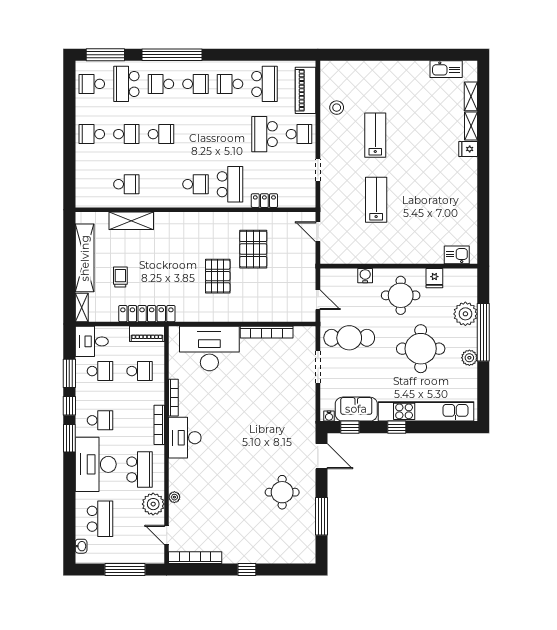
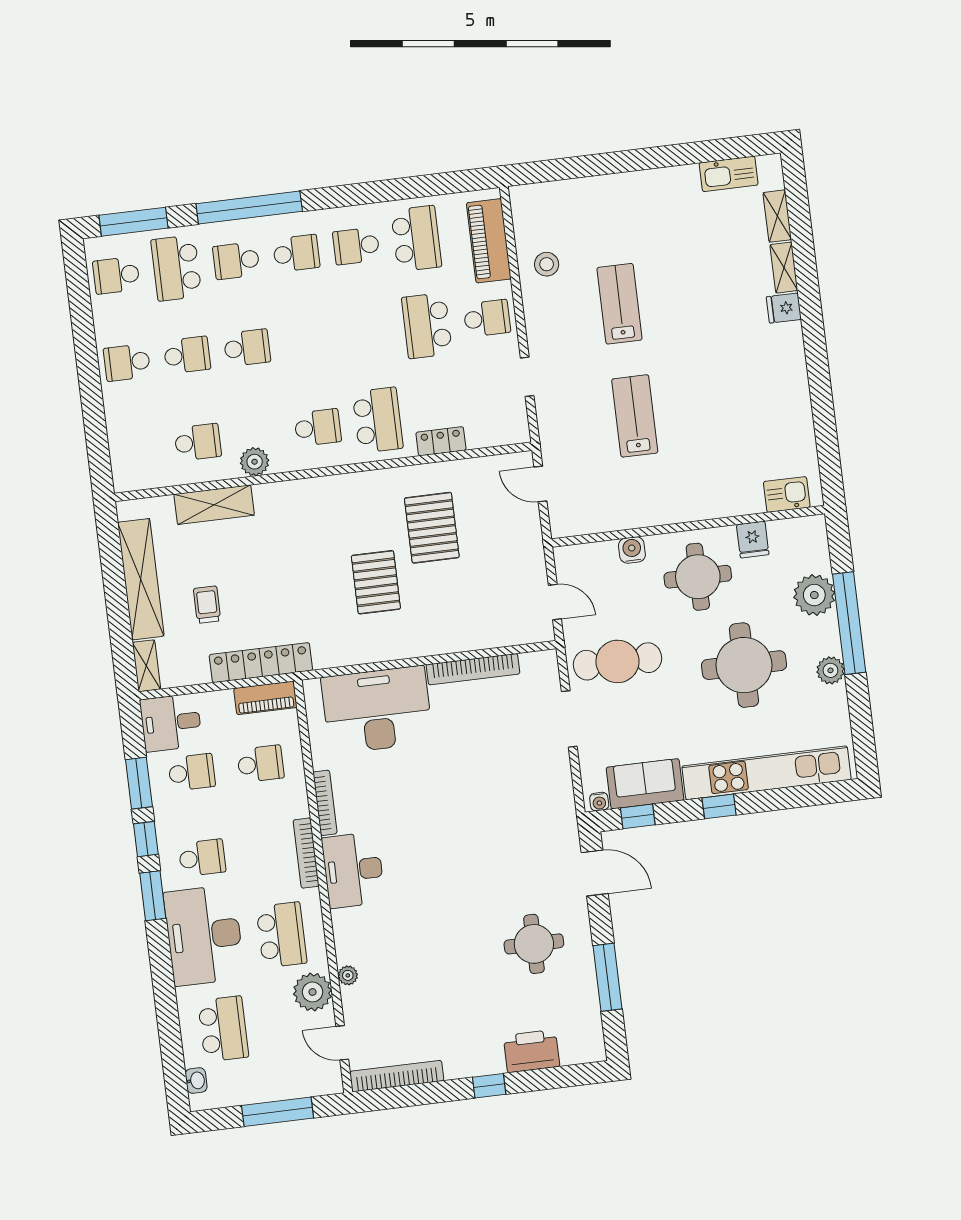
plant: (157, 199) -> (255, 462), added
printer: (273, 553) -> (531, 1051), added

